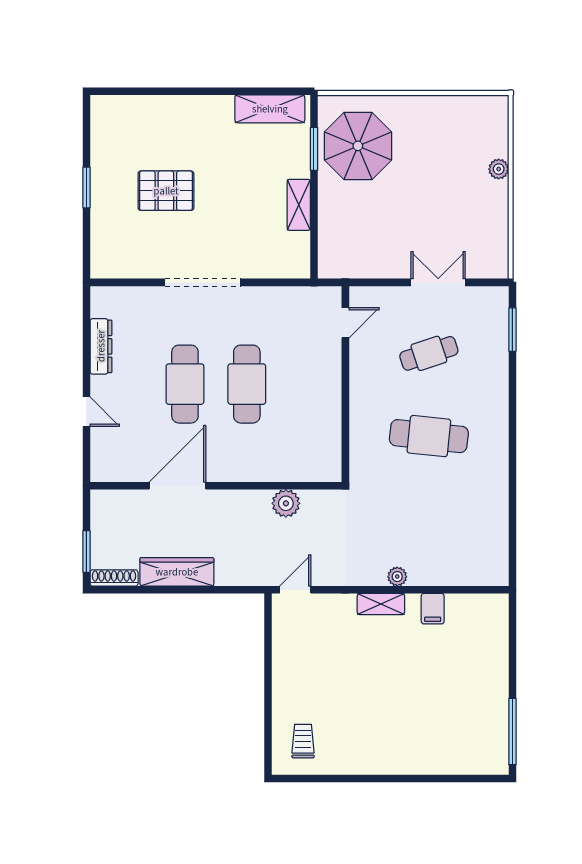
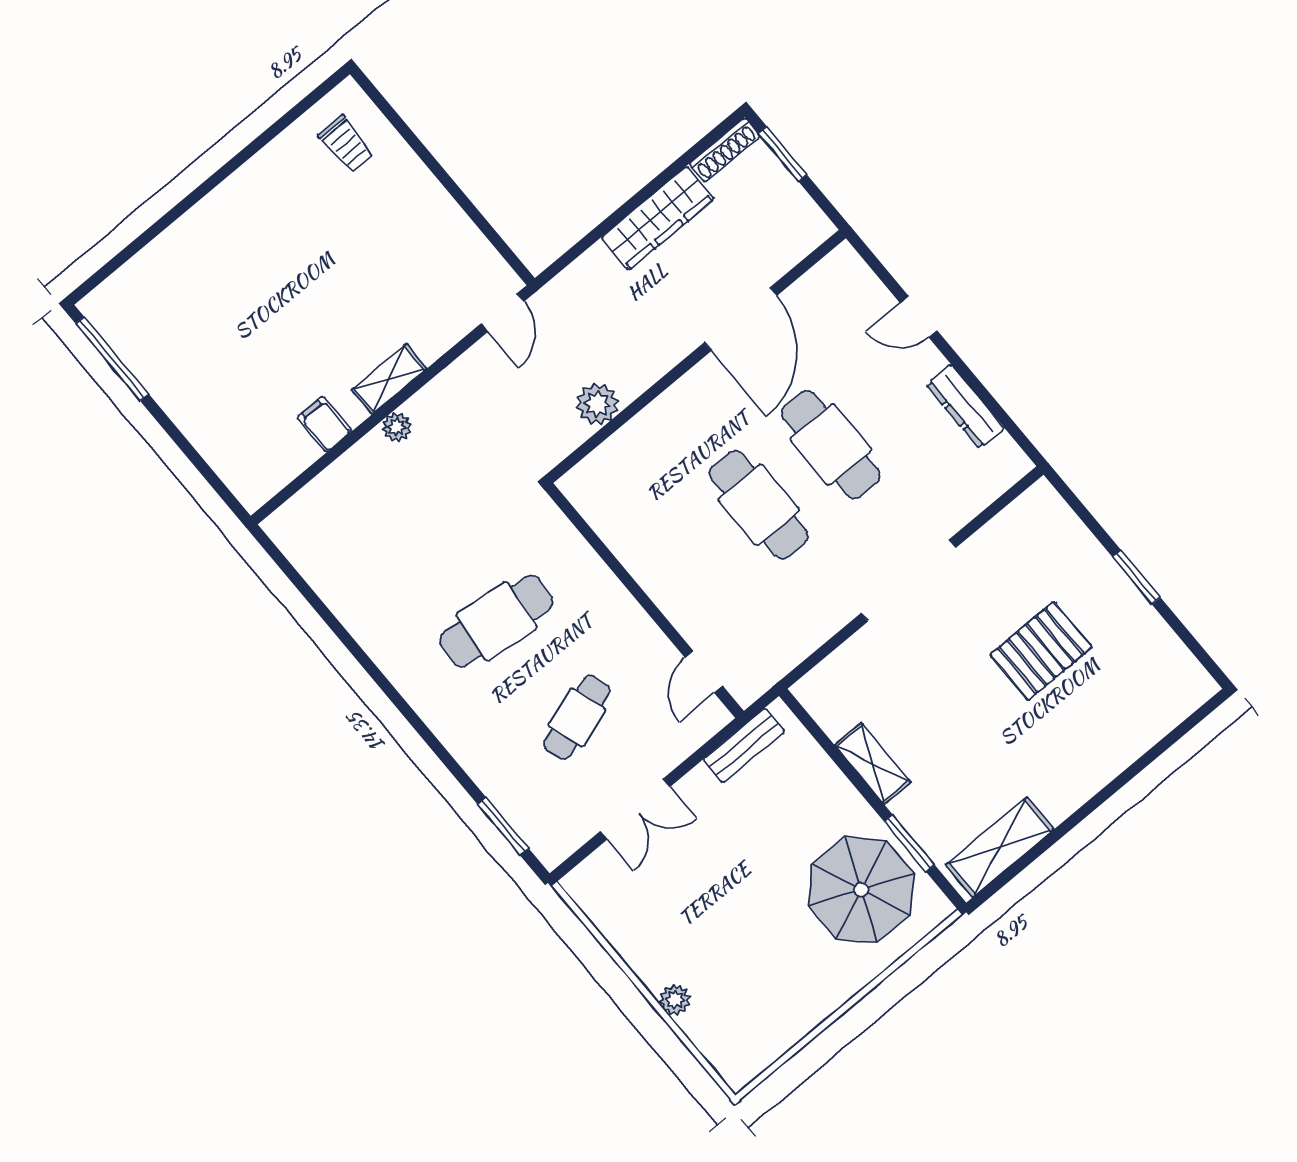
bench: (356, 268) -> (744, 745), added

